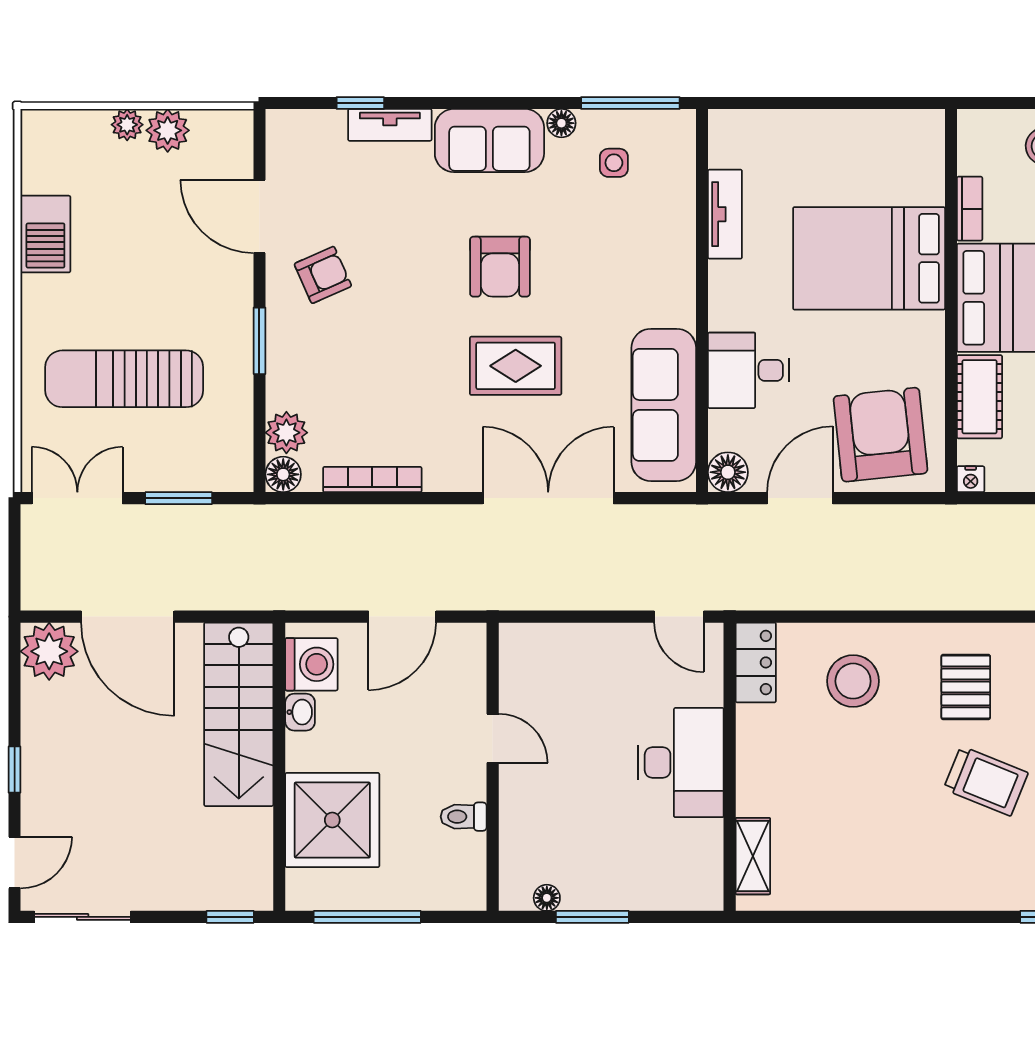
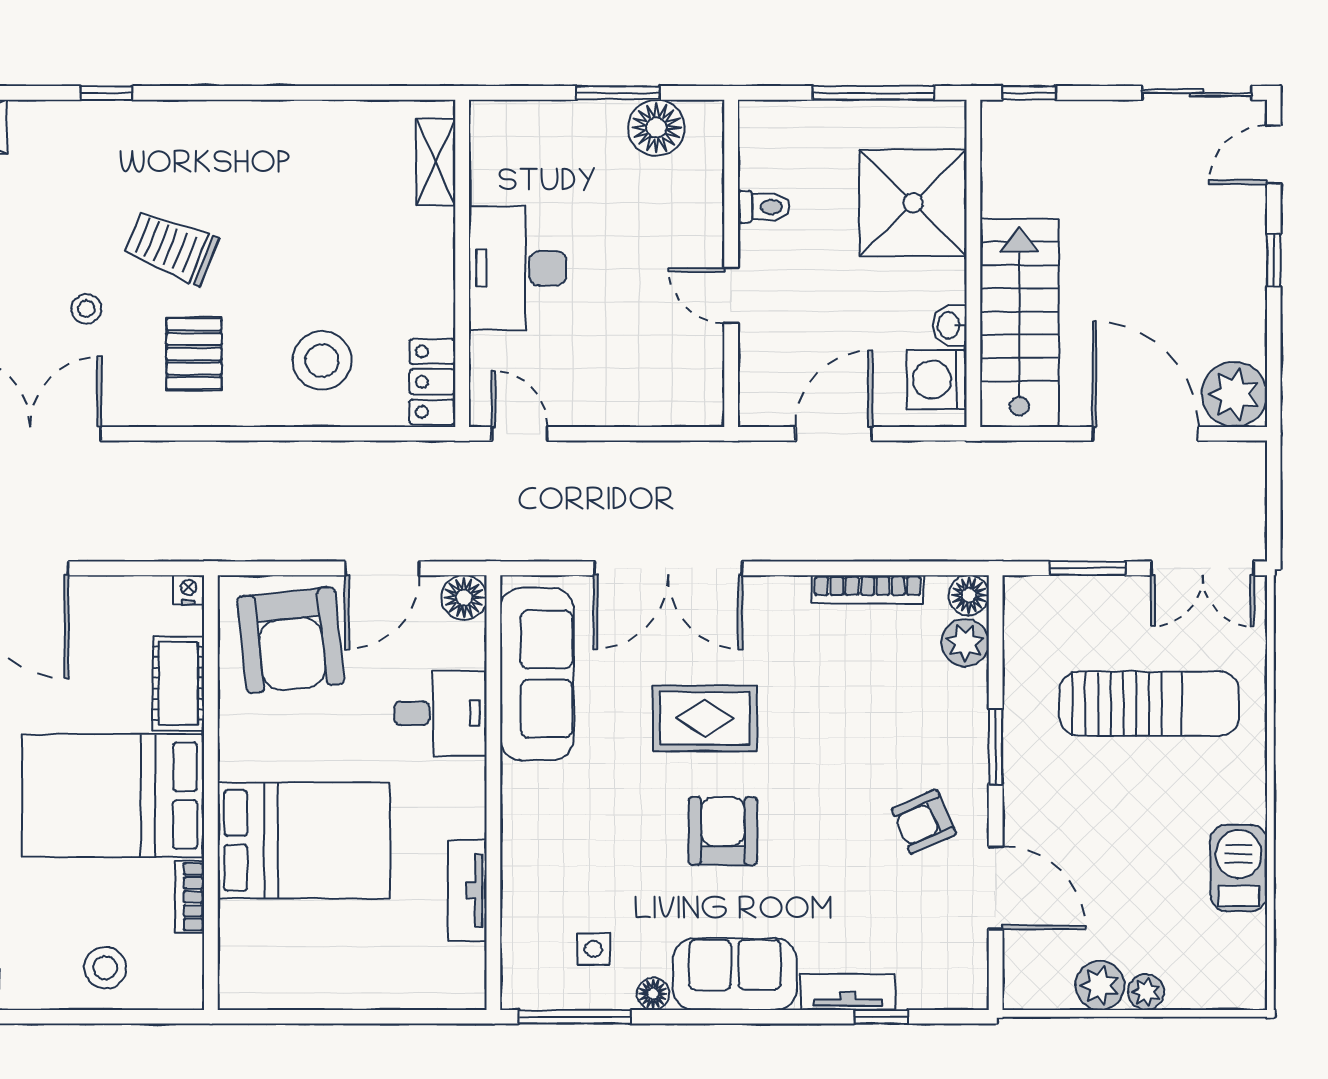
floor lamp: (547, 898) -> (656, 128), width x1.89, depth x1.89

